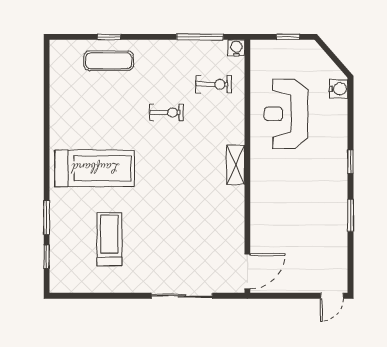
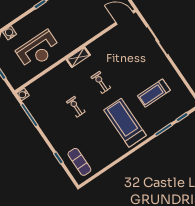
exercise mat: (109, 61) -> (79, 162), moved
exercise bike: (213, 84) -> (101, 82), moved

